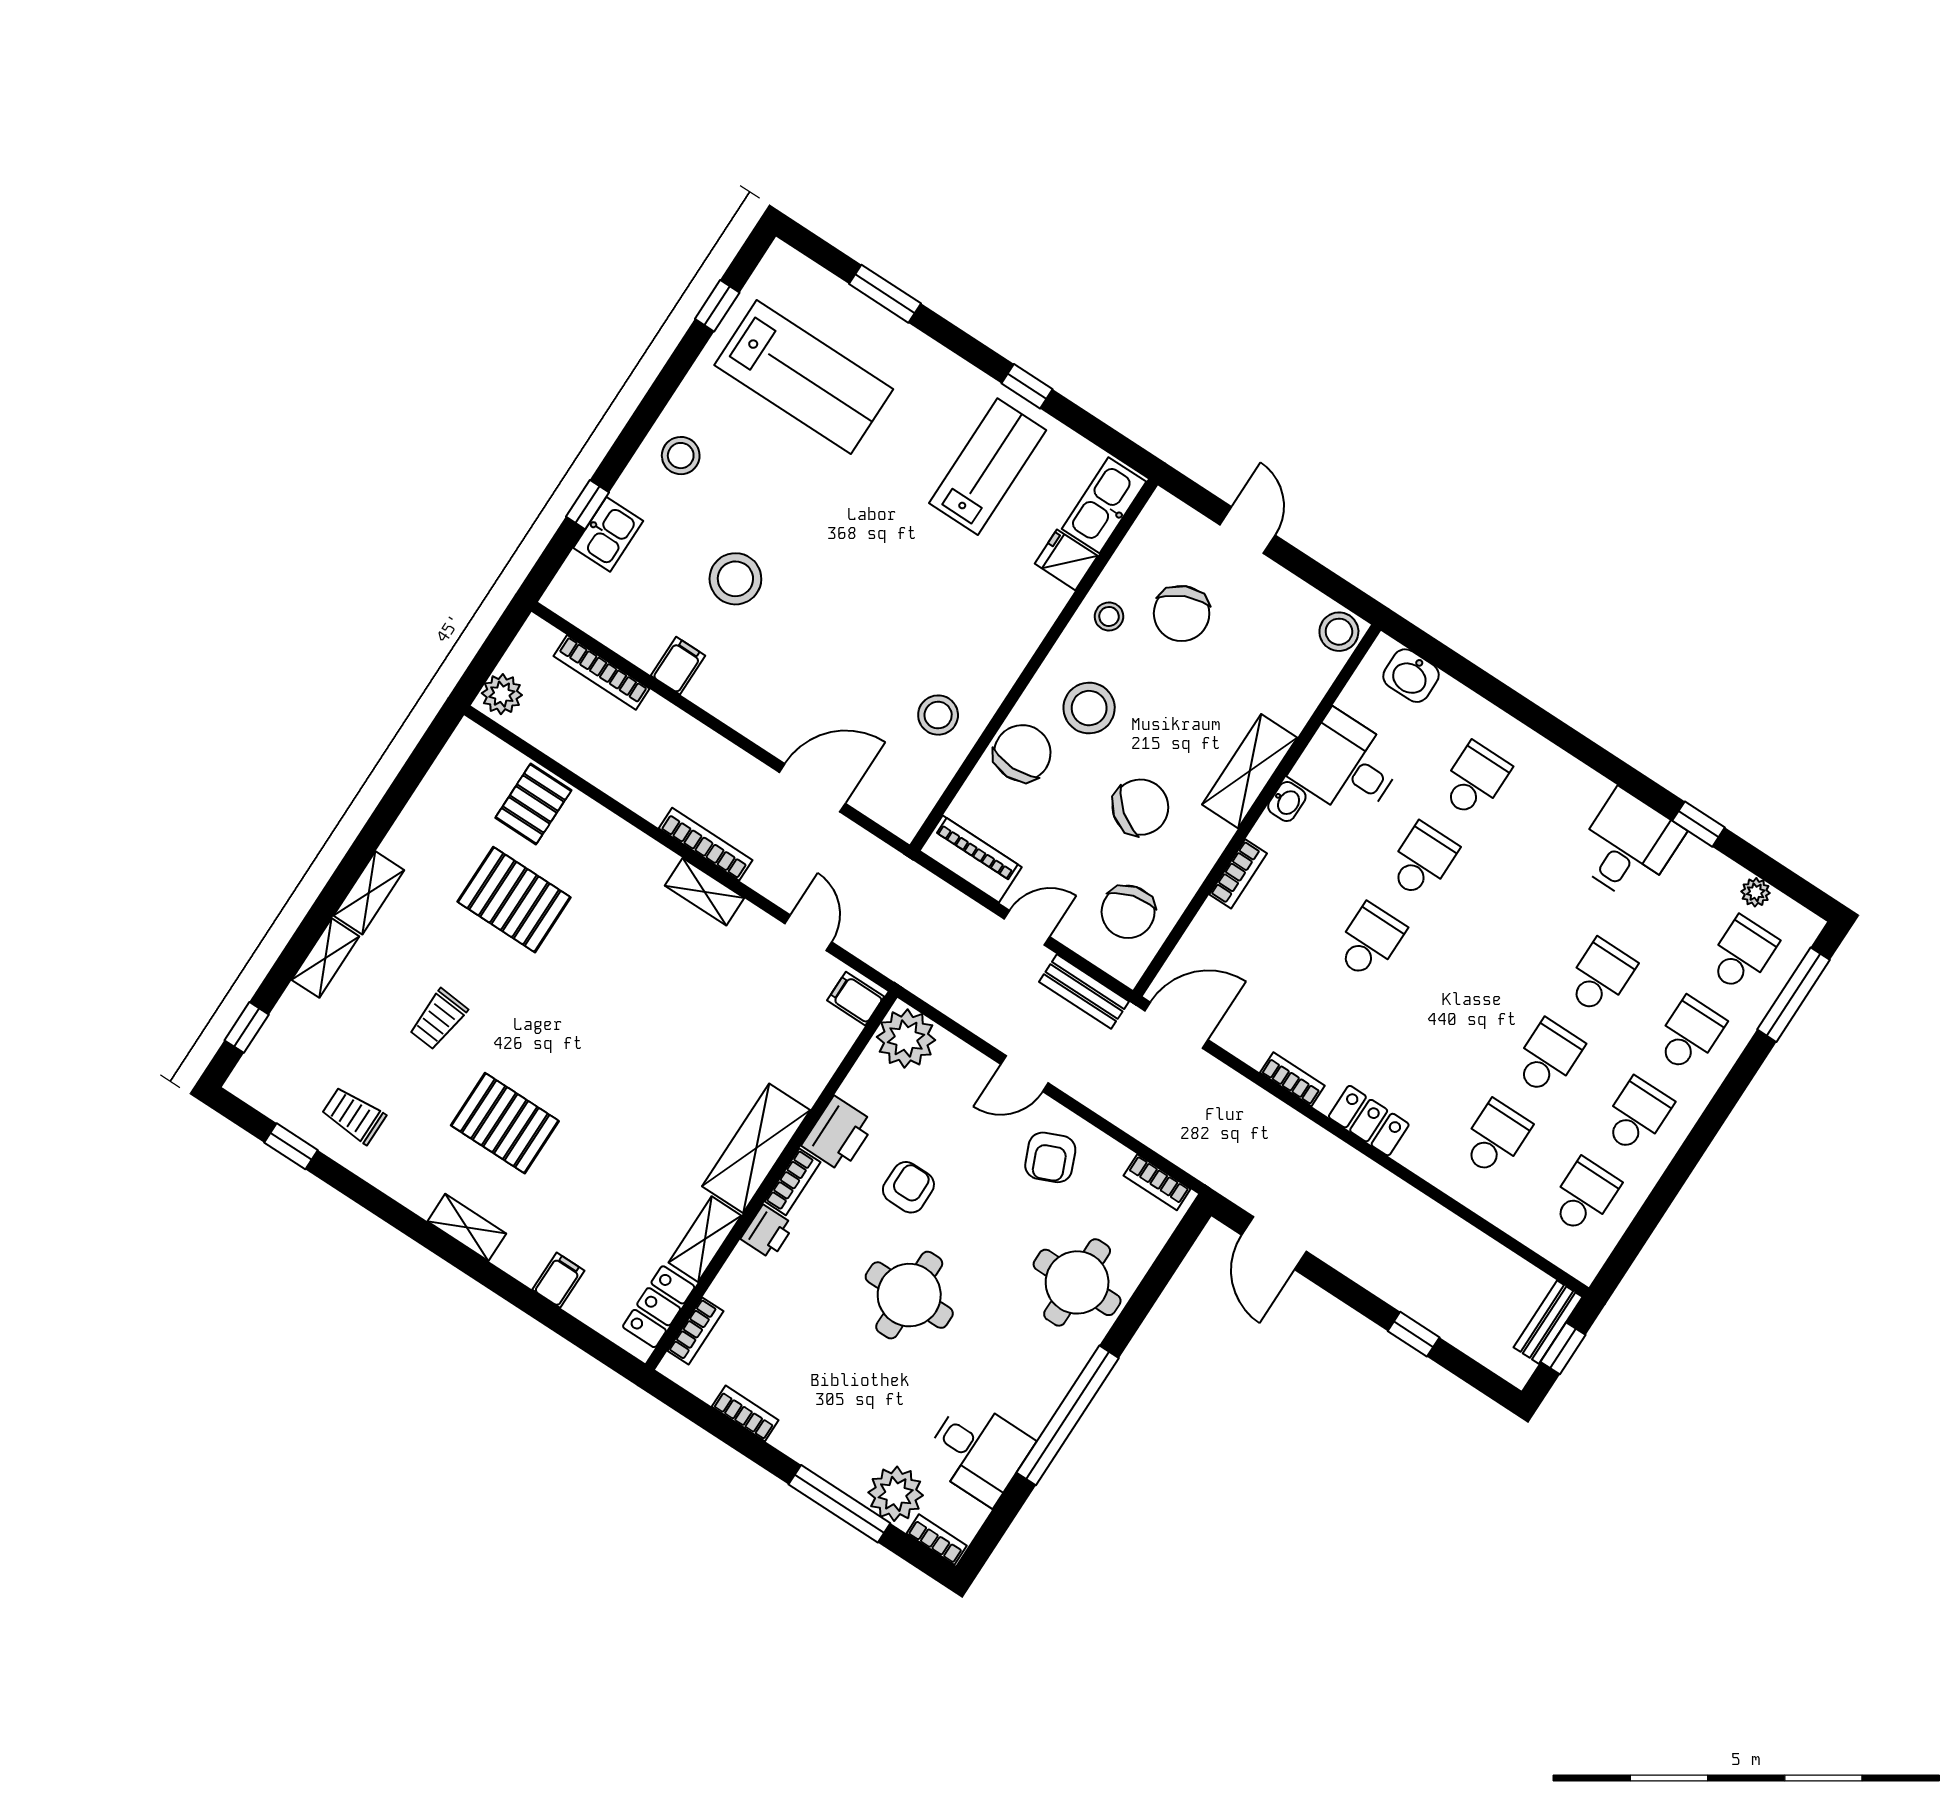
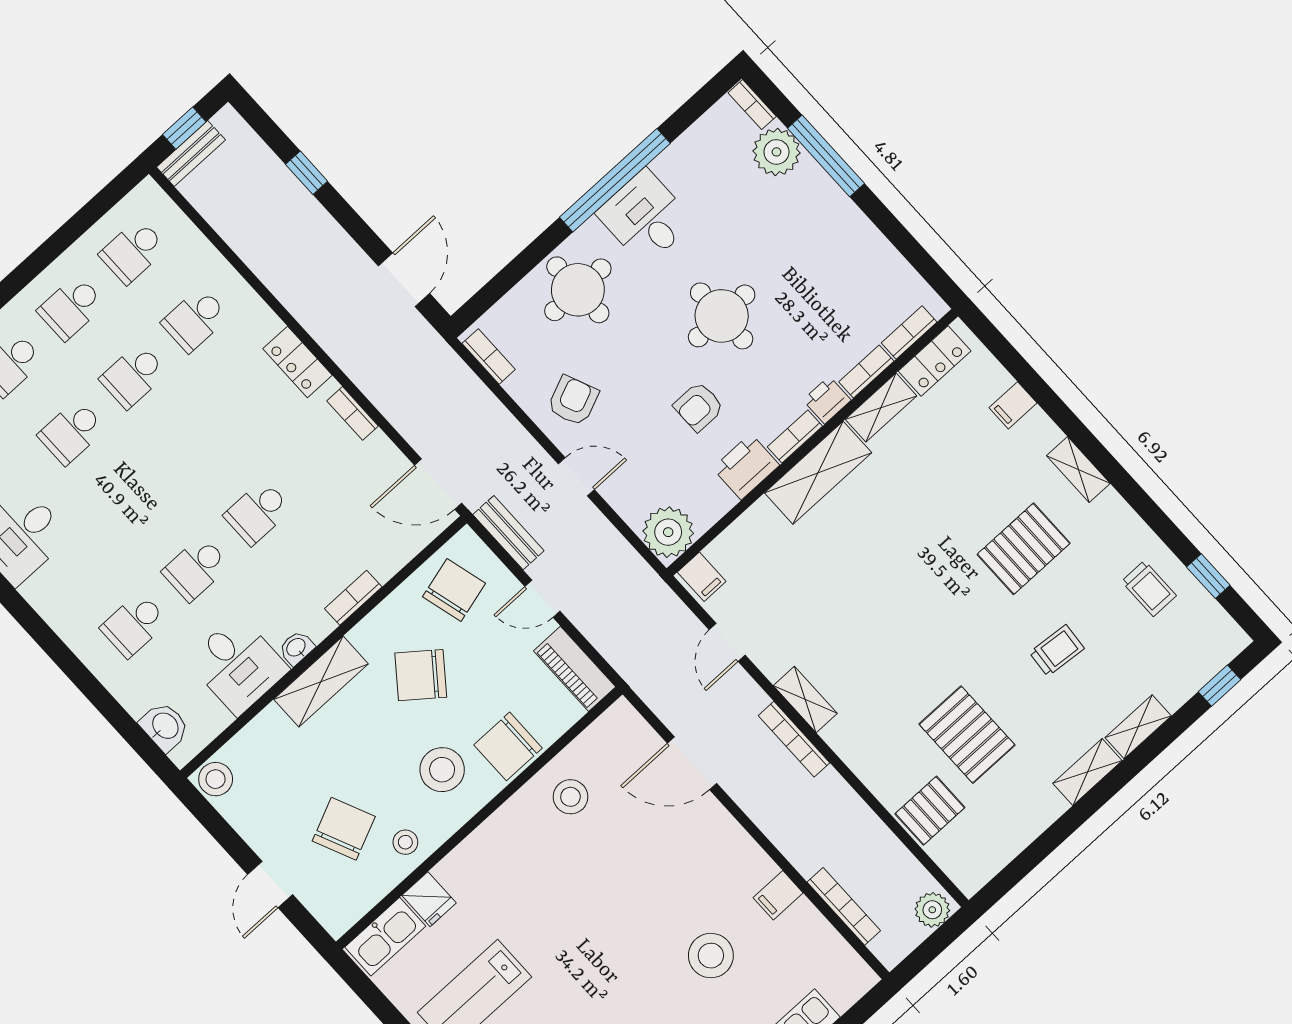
pallet: (505, 1123) -> (1024, 549), turned 90
bookcase: (745, 1413) -> (866, 372), moved, turned 90
desk: (978, 1451) -> (645, 217), moved

